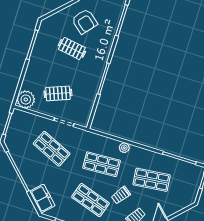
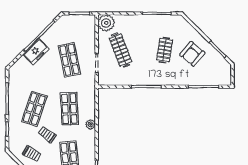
clothes rail: (58, 93) -> (121, 50), width x1.36
shop shelf: (52, 149) -> (69, 60), turned -36
freezer: (42, 199) -> (36, 52), moved

